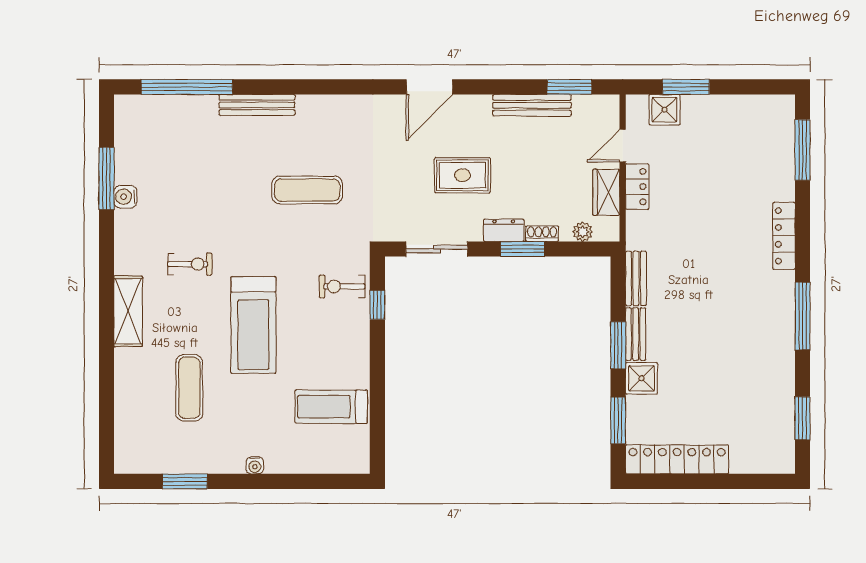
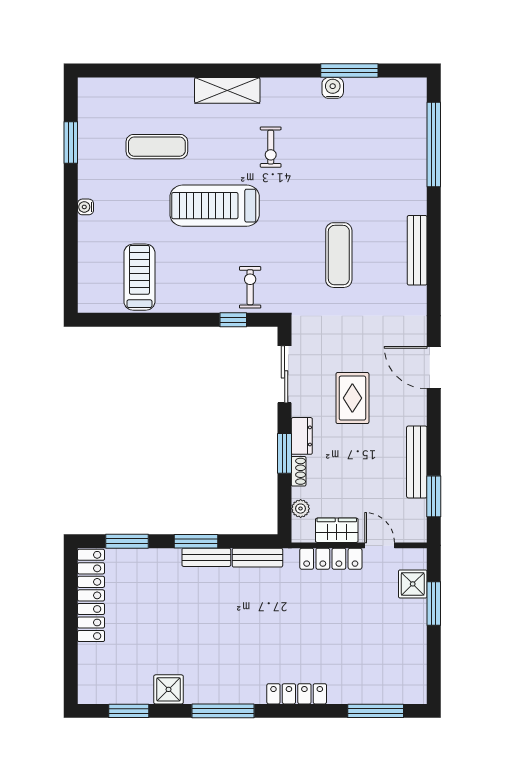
bench: (257, 105) -> (417, 250), moved
locker: (637, 187) -> (331, 559), width x1.53
shower: (641, 378) -> (169, 689), moved

